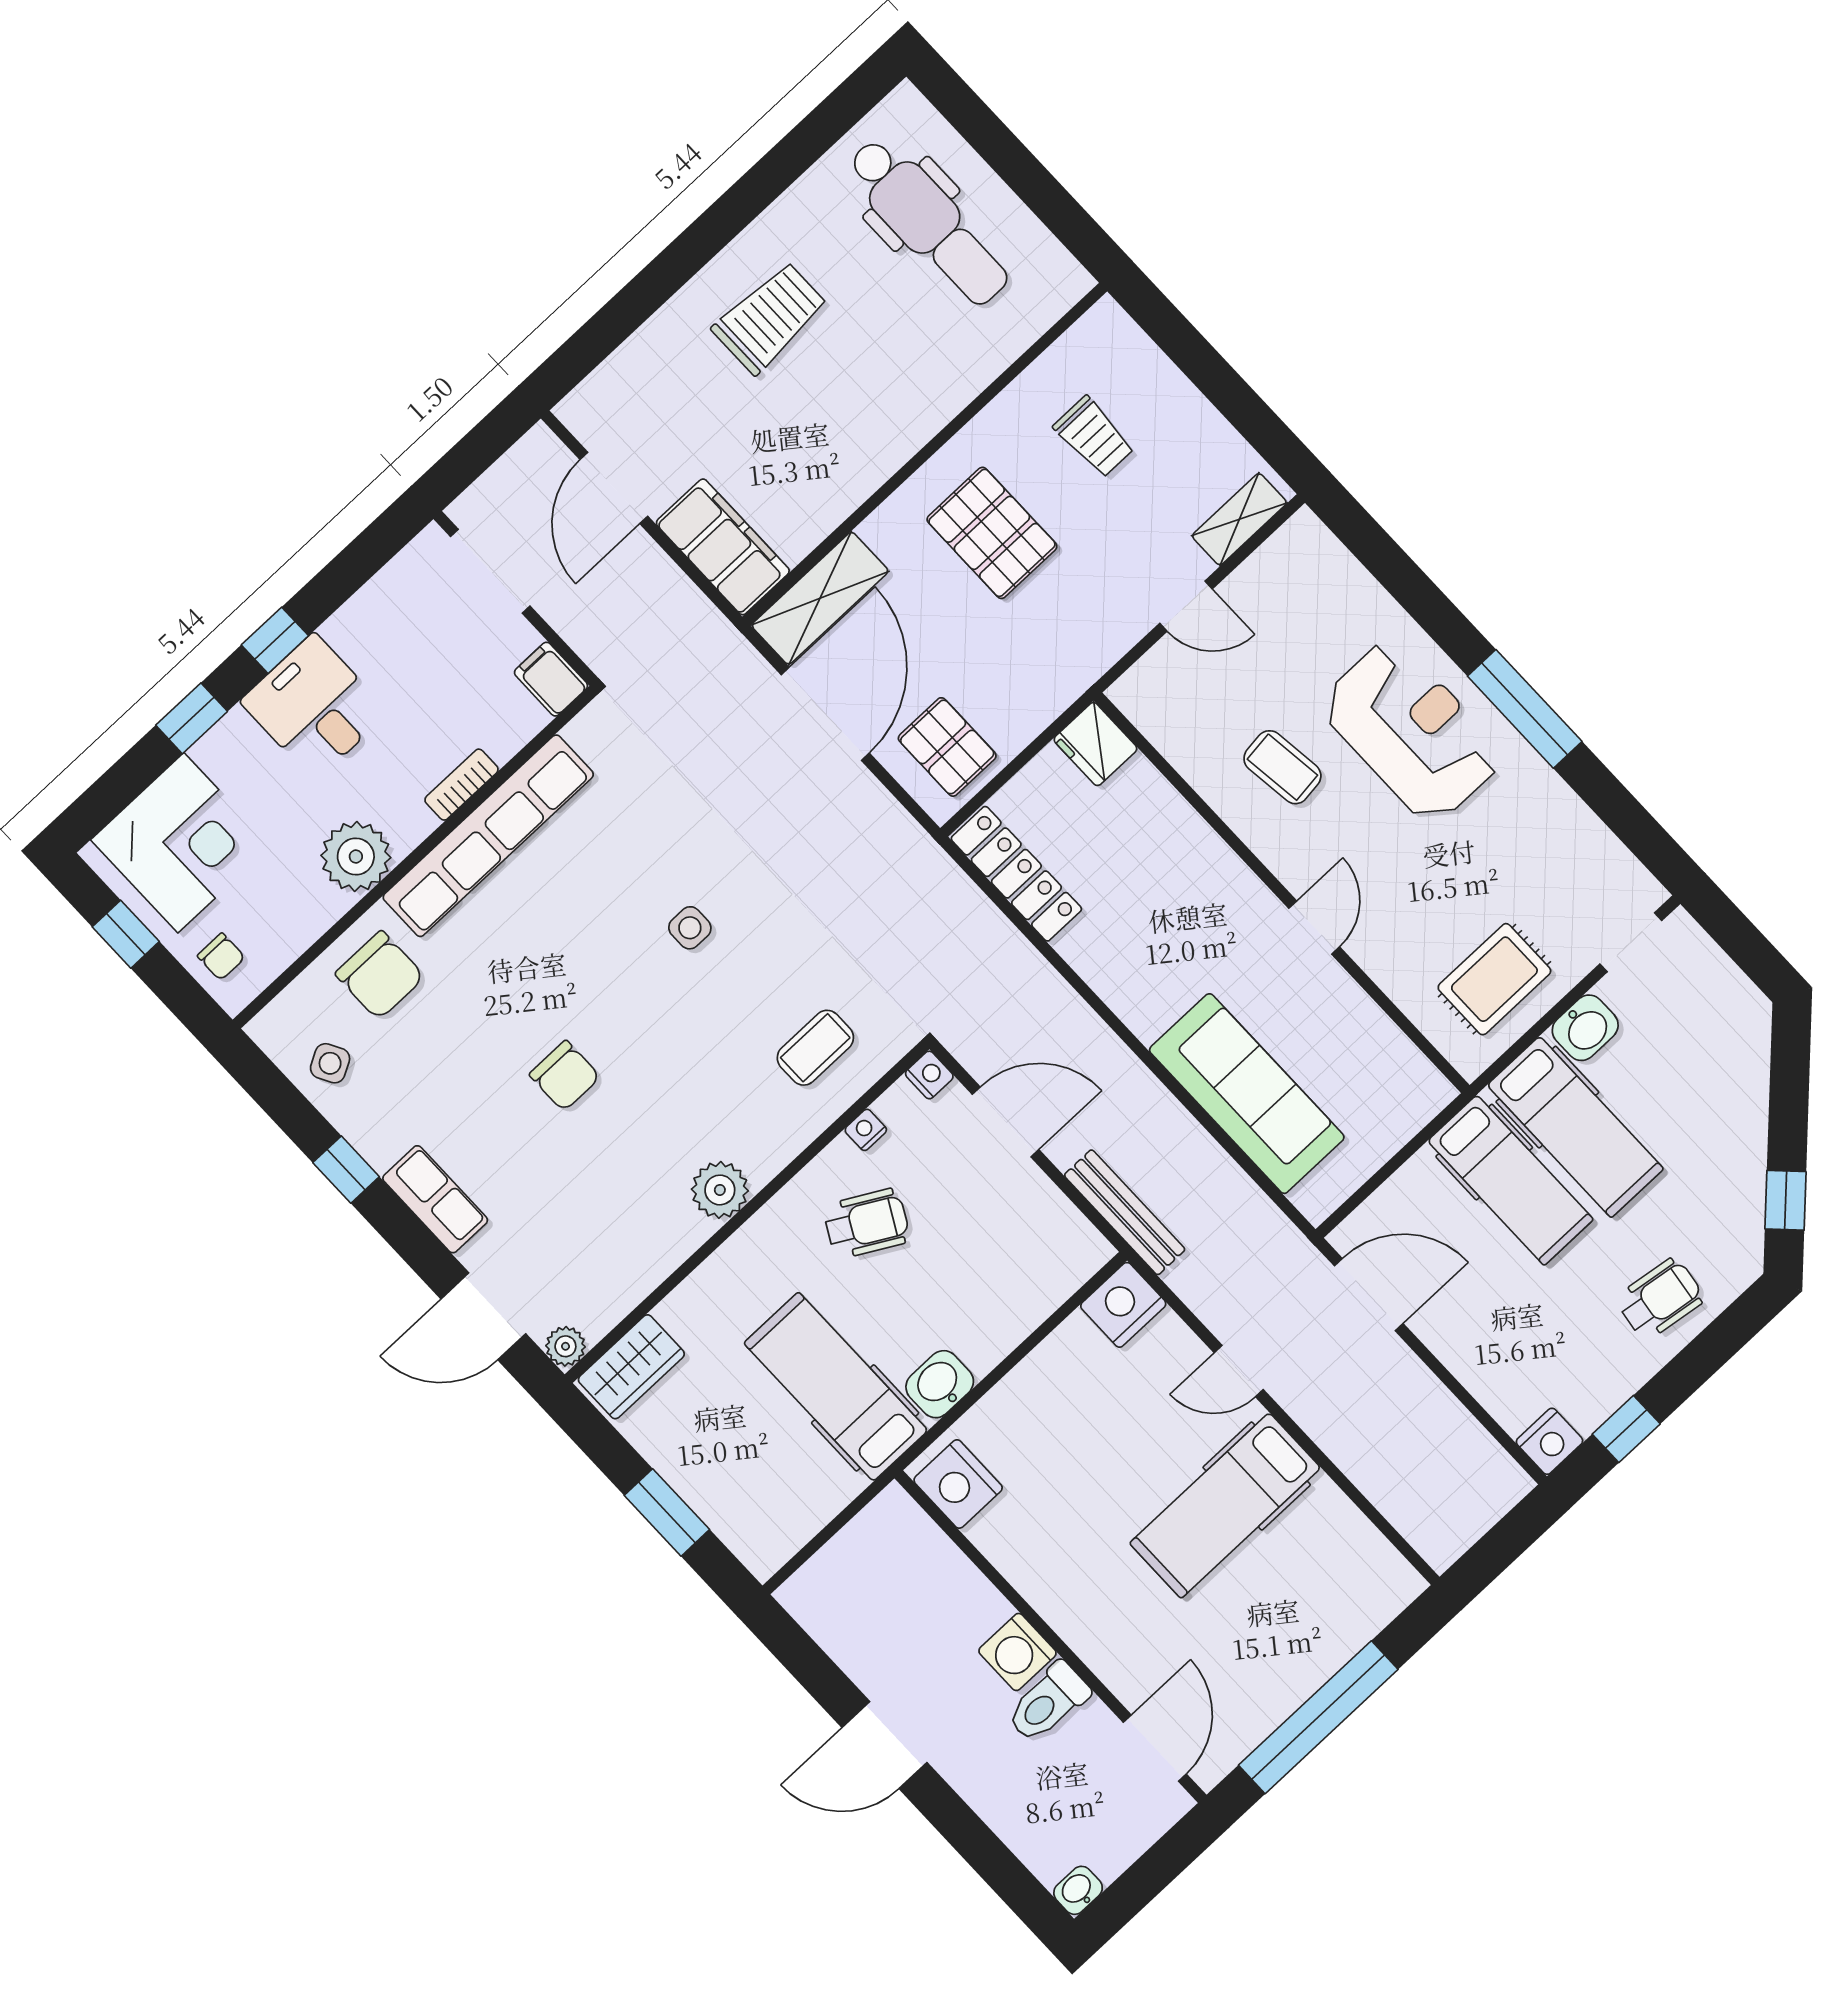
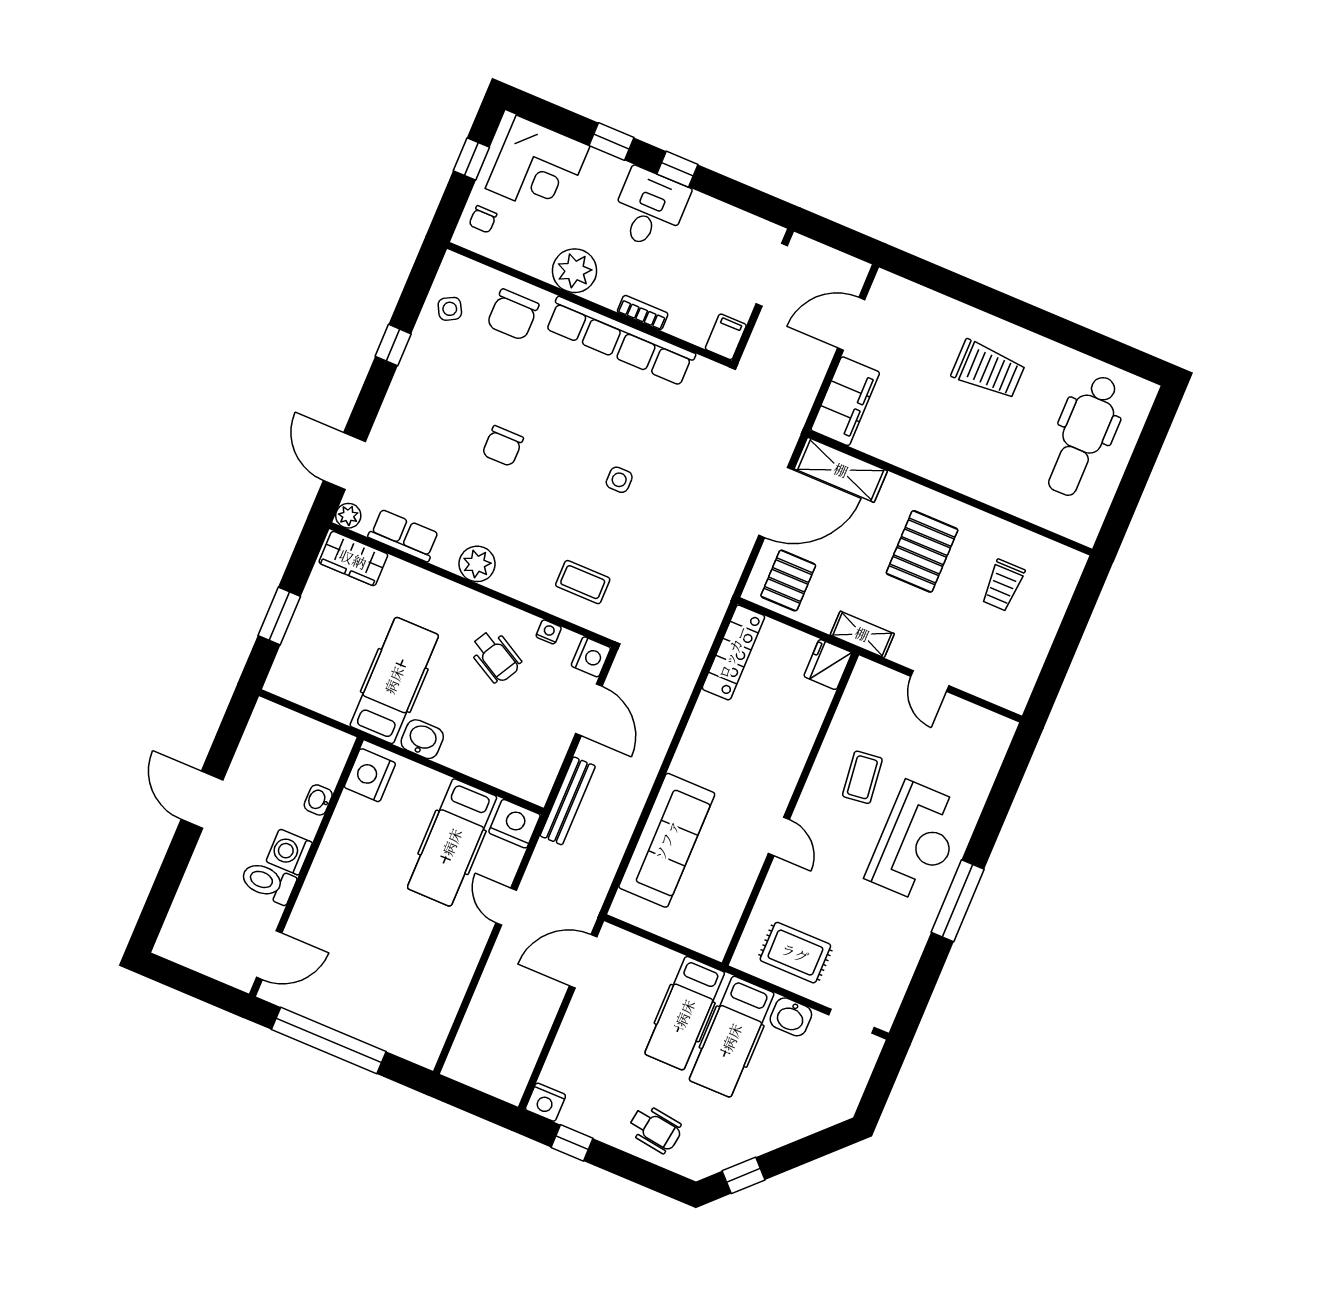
shelving: (1239, 519) -> (862, 634), moved
door: (1314, 928) -> (779, 836), hinge flipped
nightstand: (929, 1075) -> (591, 657), width x1.39, depth x1.35
row of seats: (435, 1199) -> (404, 535), moved, turned -90
door: (1369, 1295) -> (583, 961), swing flipped
hospital bed: (1225, 1506) -> (452, 842), moved, turned -90
washbasin: (1078, 1890) -> (318, 800), moved, turned -90

